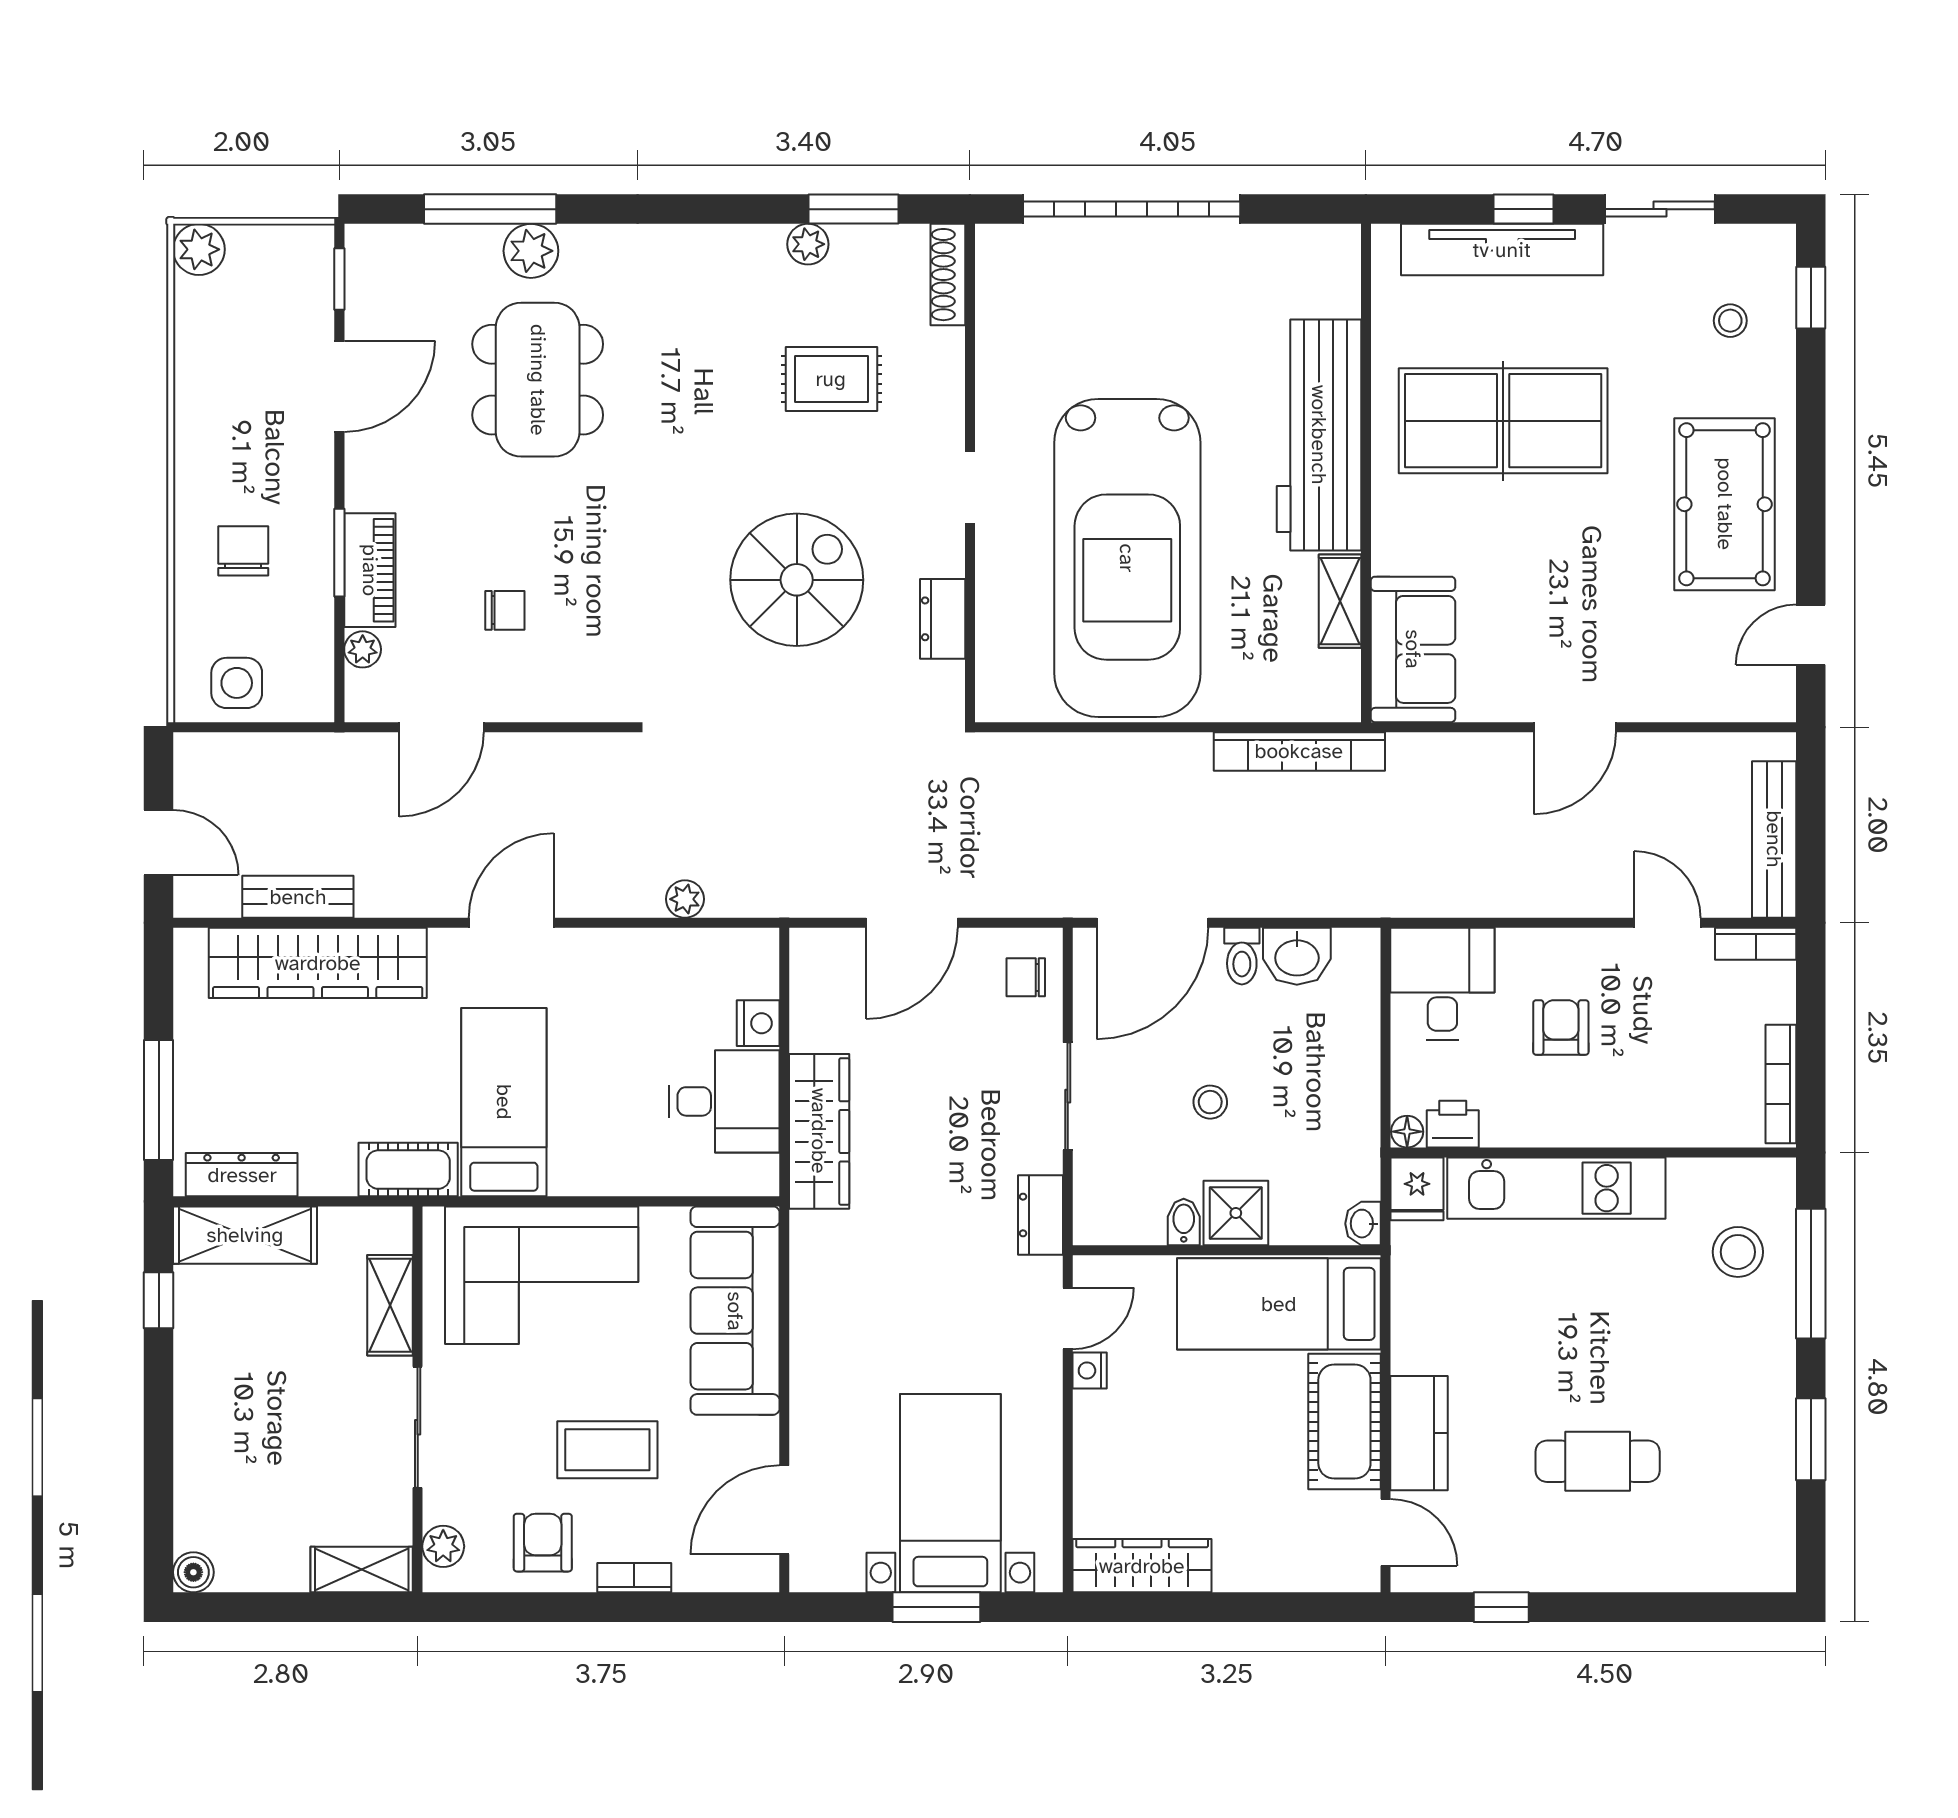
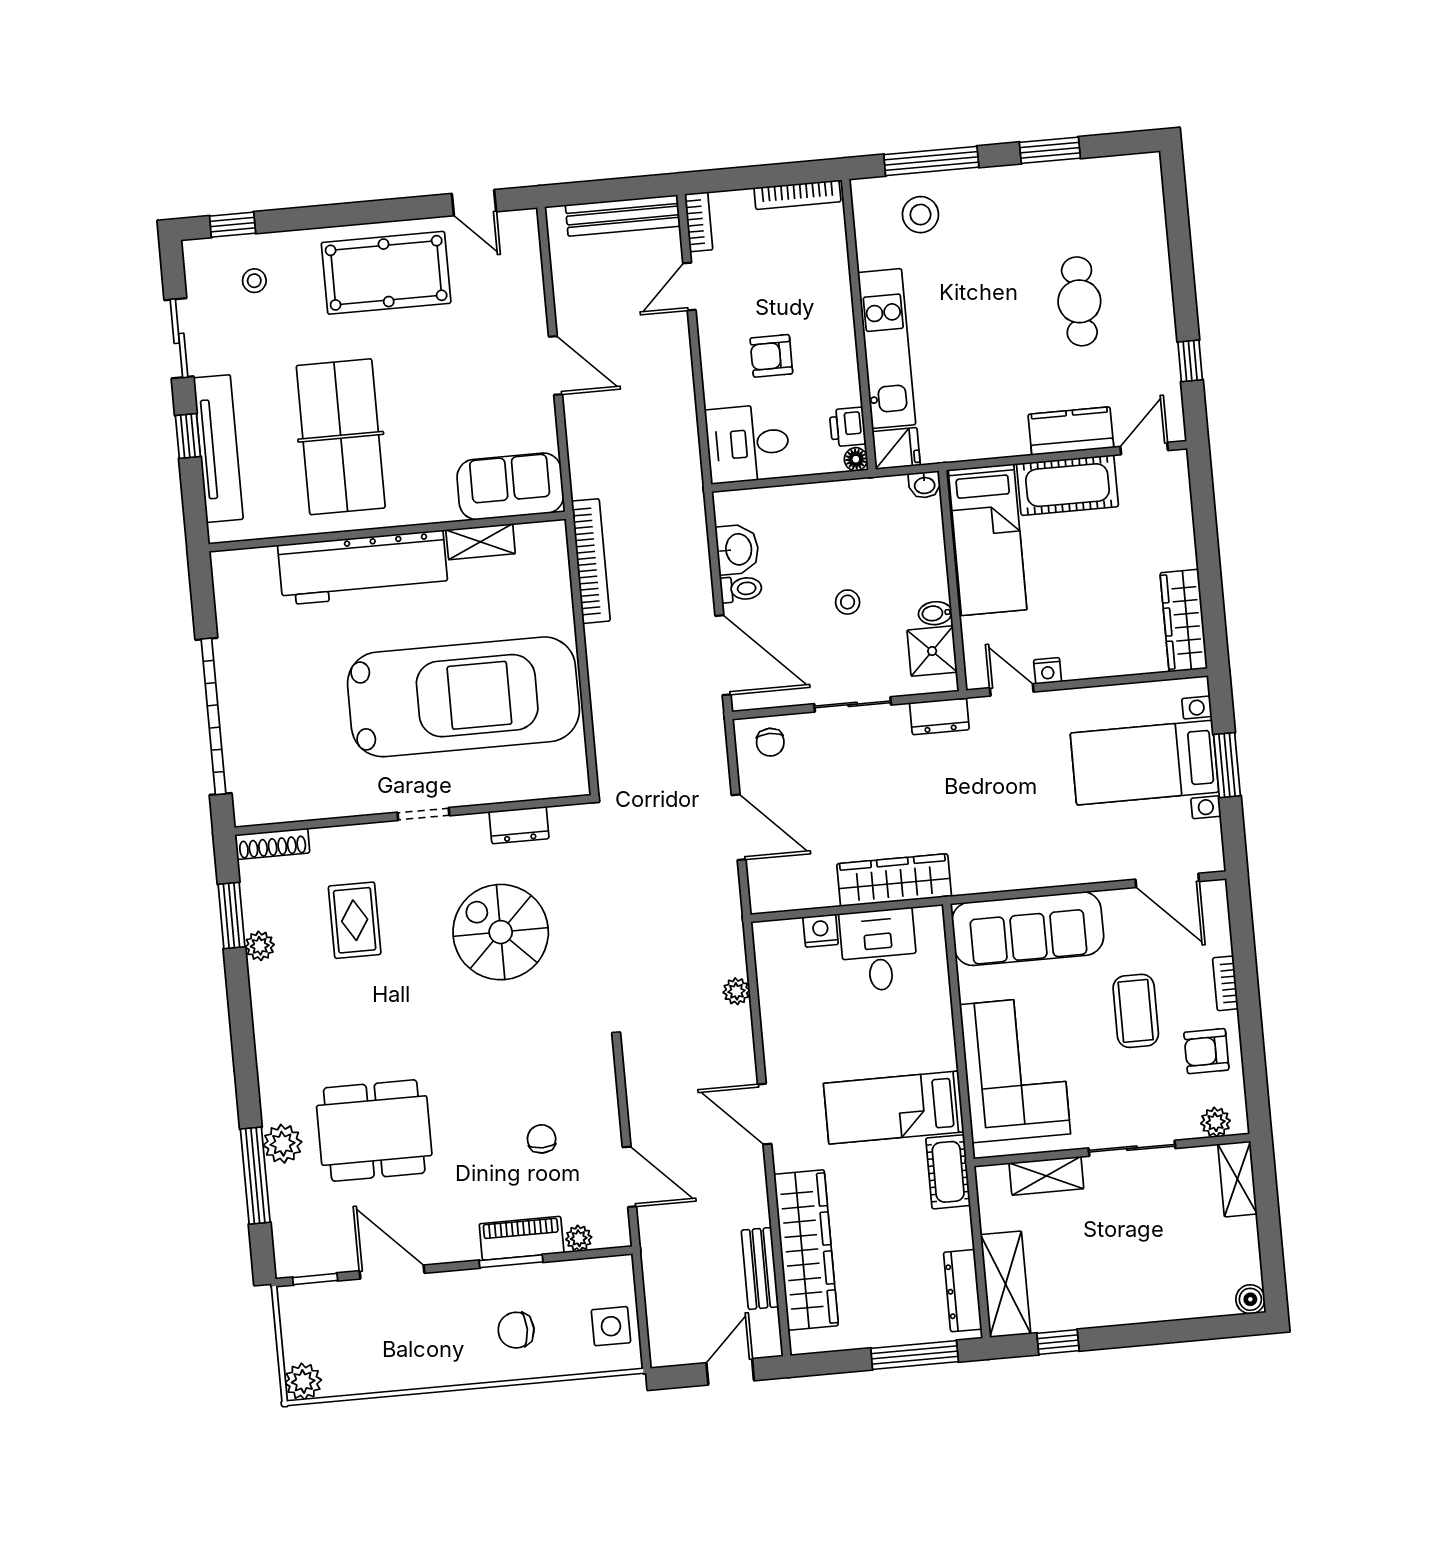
shower: (1236, 1213) -> (932, 651), moved

